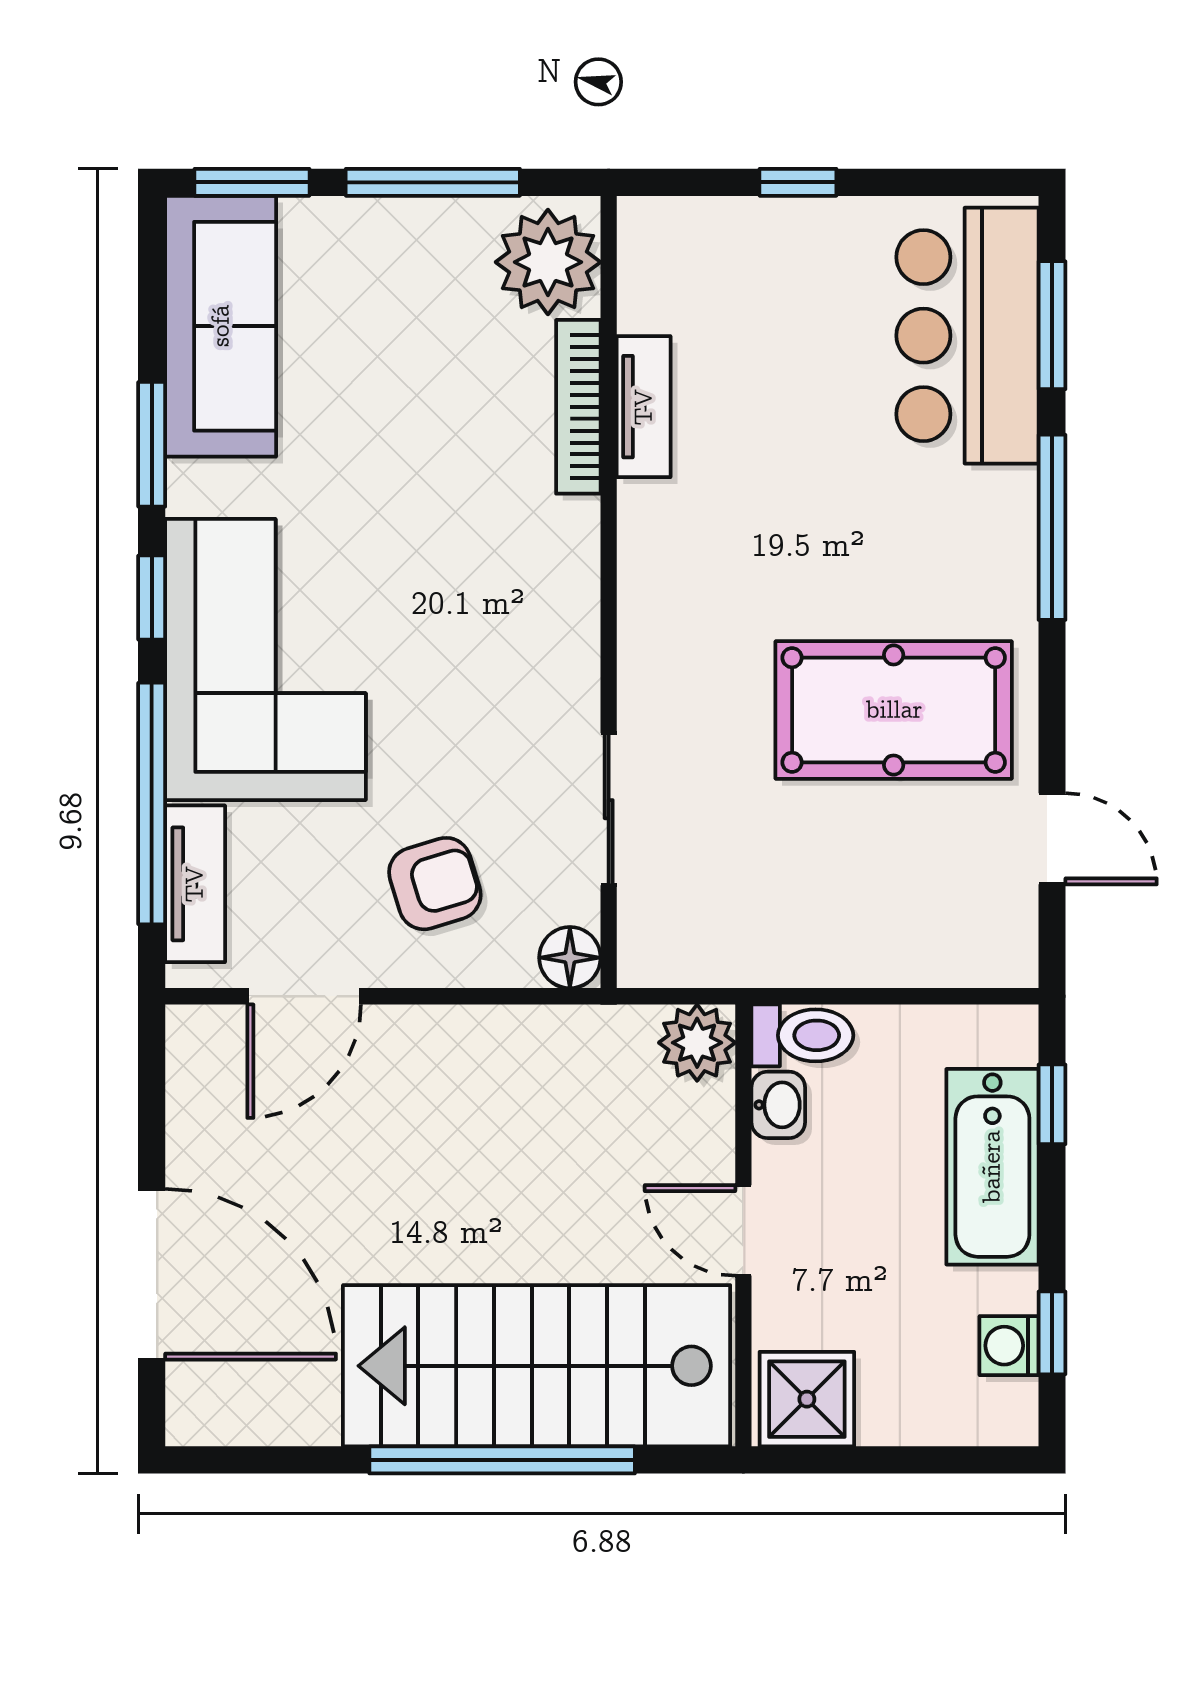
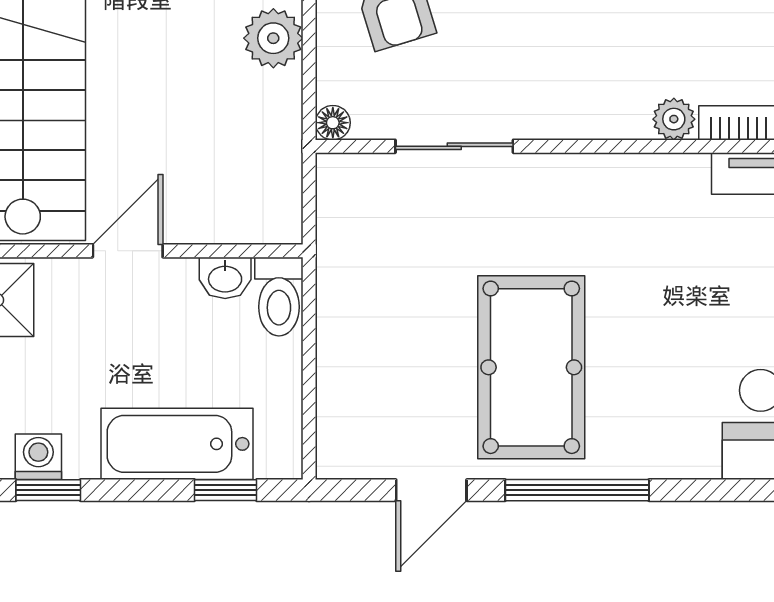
plant: (573, 526) -> (674, 119), added
window: (1052, 527) -> (577, 490), moved
floor lamp: (570, 958) -> (333, 123), width x0.73, depth x0.73
plant: (697, 1043) -> (273, 38), moved

